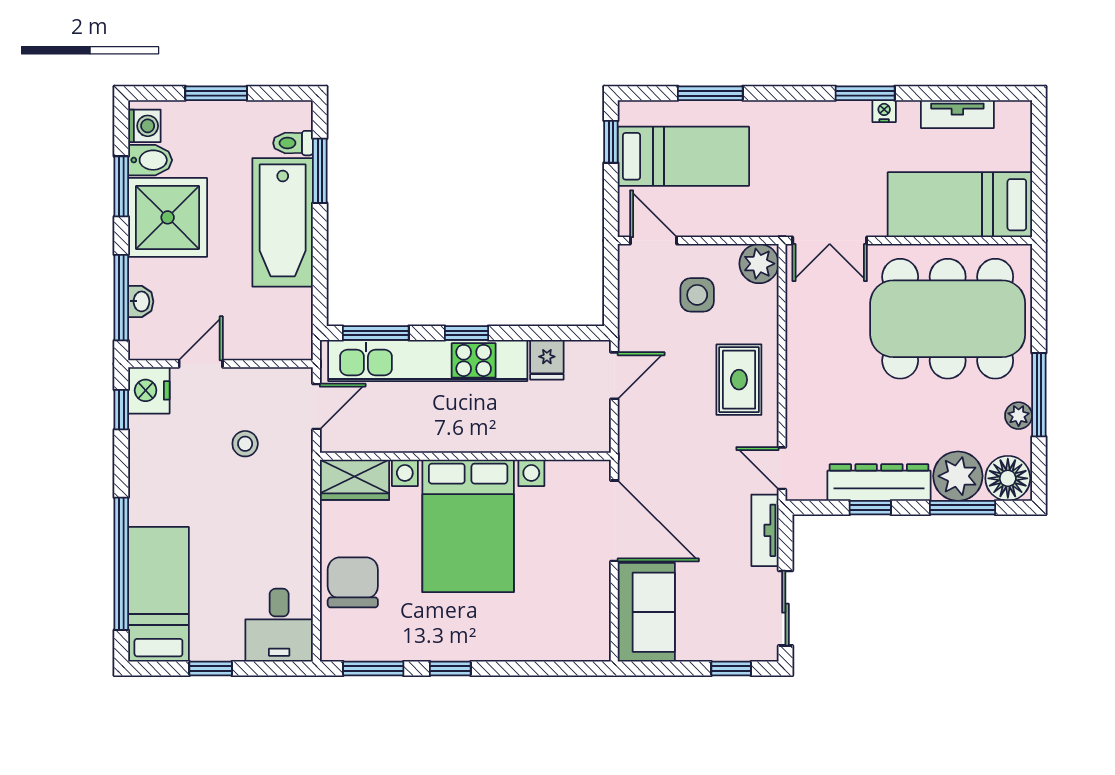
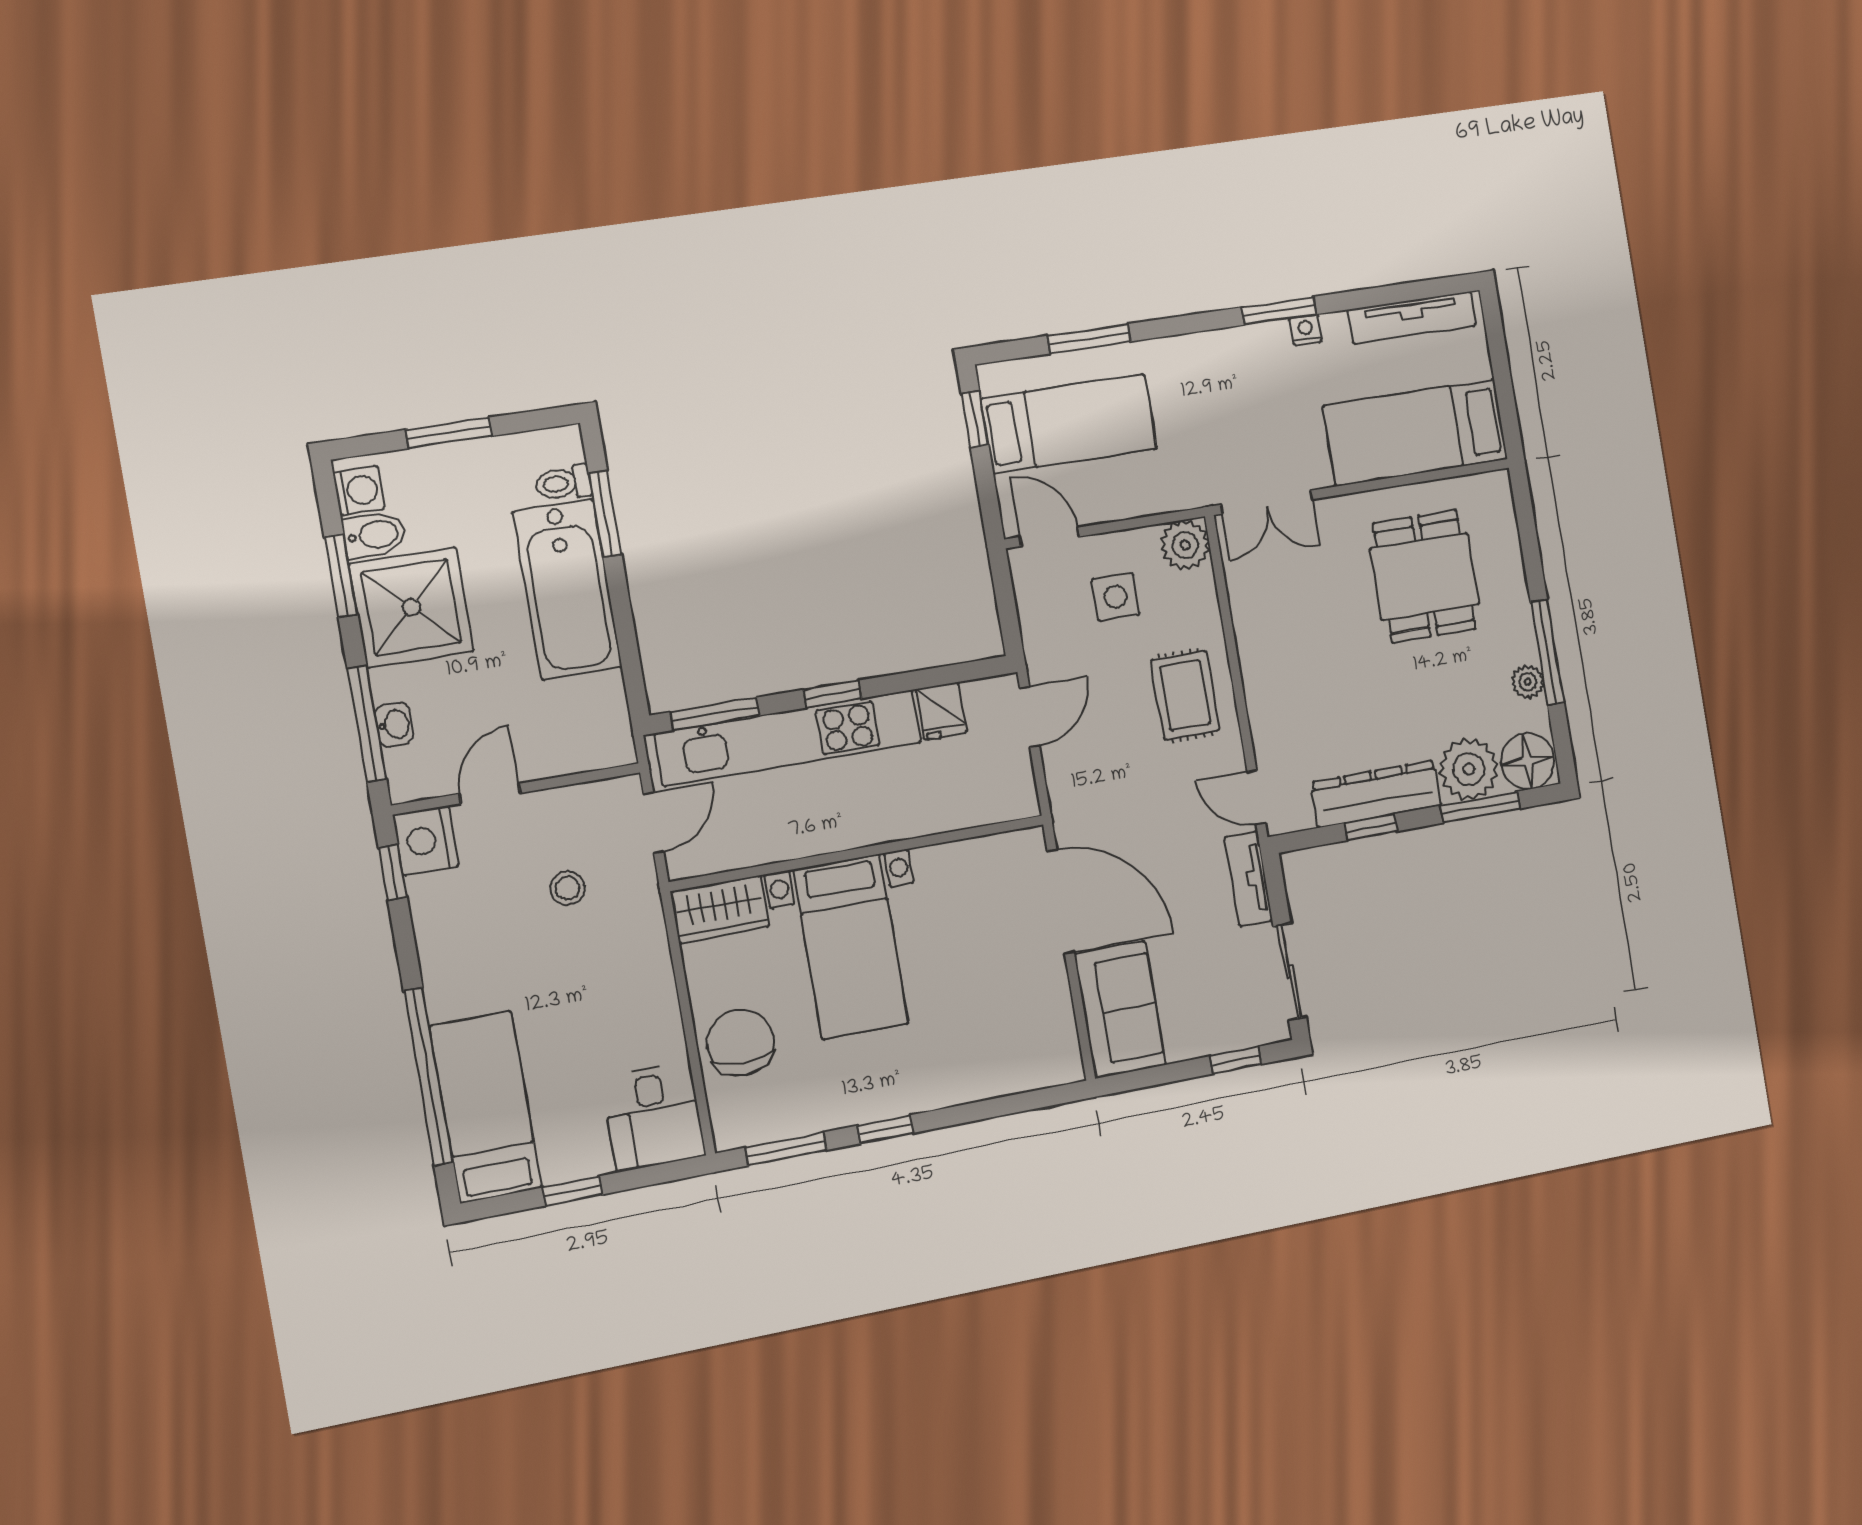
tv unit: (957, 114) -> (1412, 318), width x1.41
dining table: (948, 319) -> (1424, 576), width x0.53, depth x0.80
bed with nightstands: (468, 526) -> (851, 947), width x0.73

